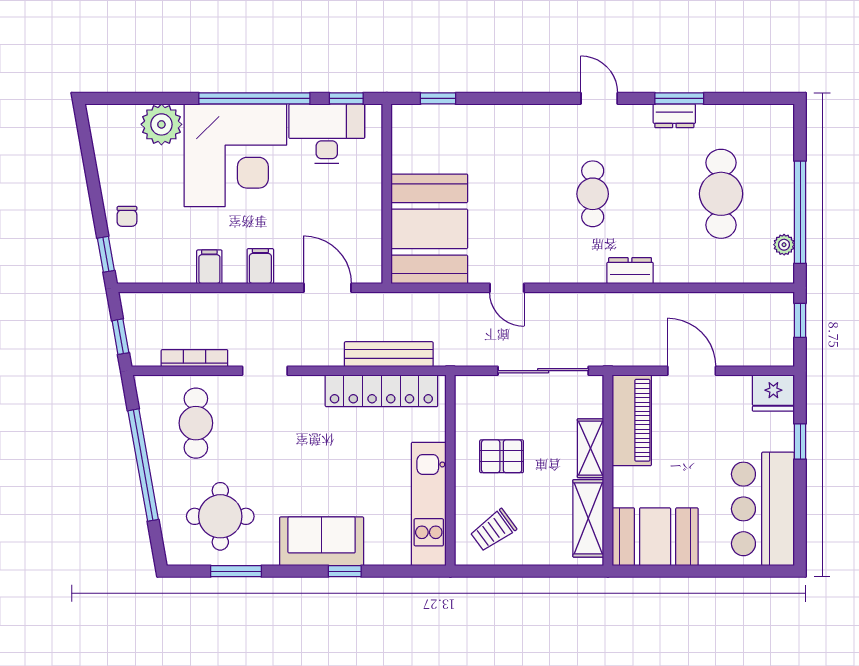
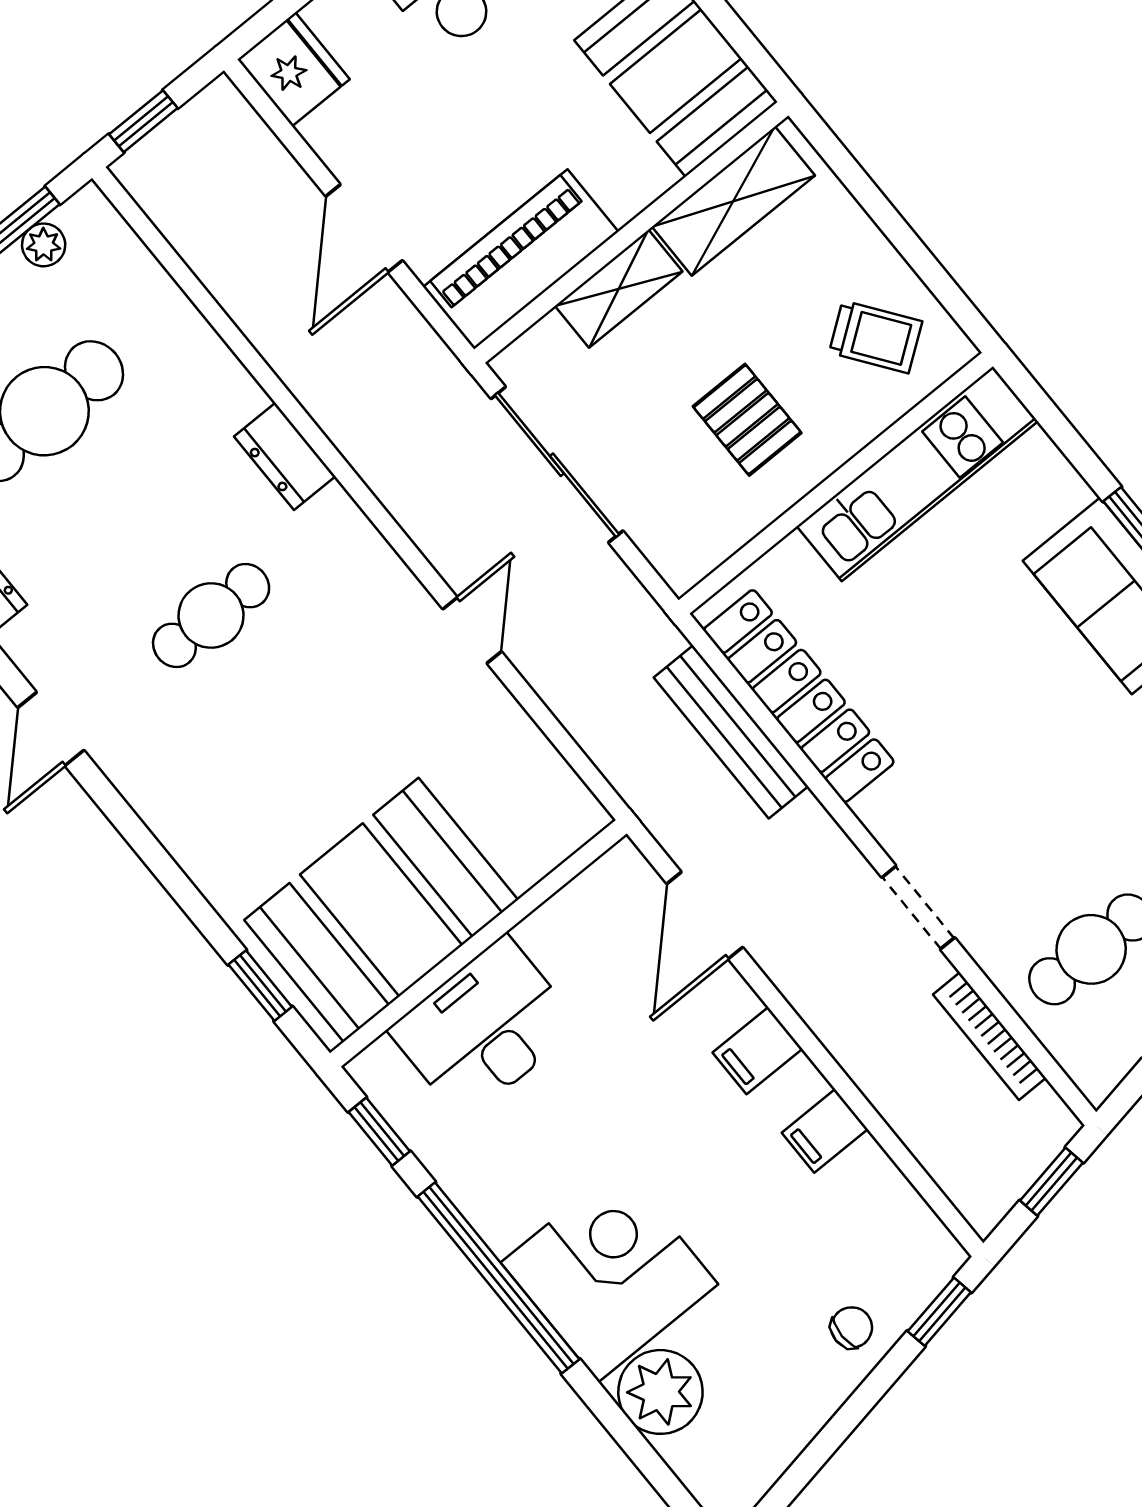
desk: (327, 134) -> (485, 1028), moved, turned 90
corner desk: (235, 155) -> (609, 1273), width x0.74, depth x0.74
booth: (429, 229) -> (381, 910), moved

